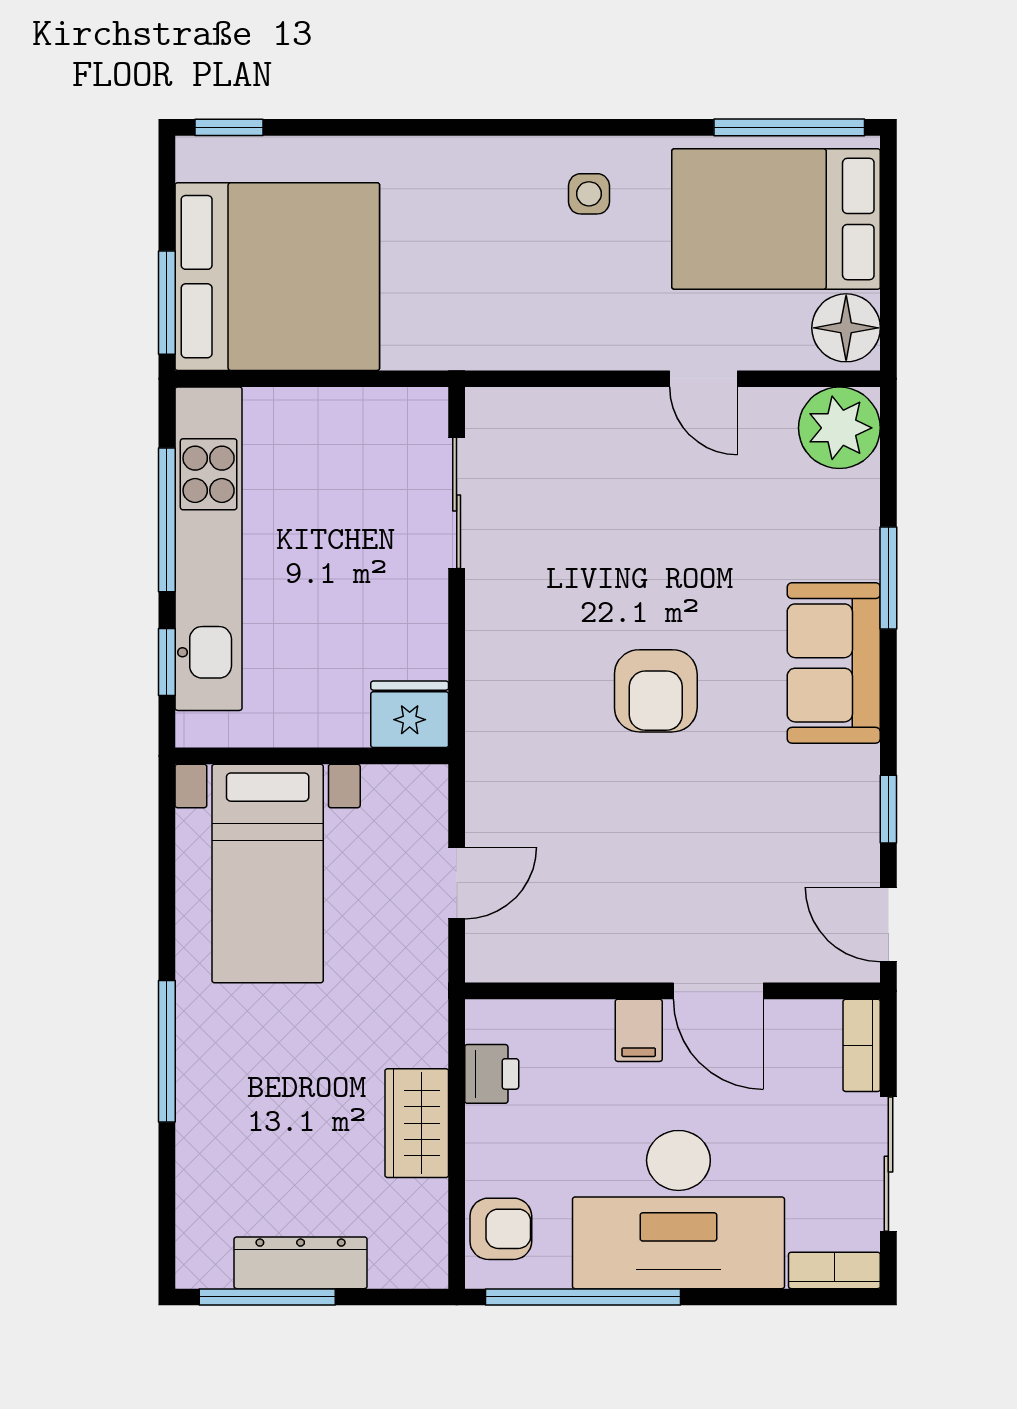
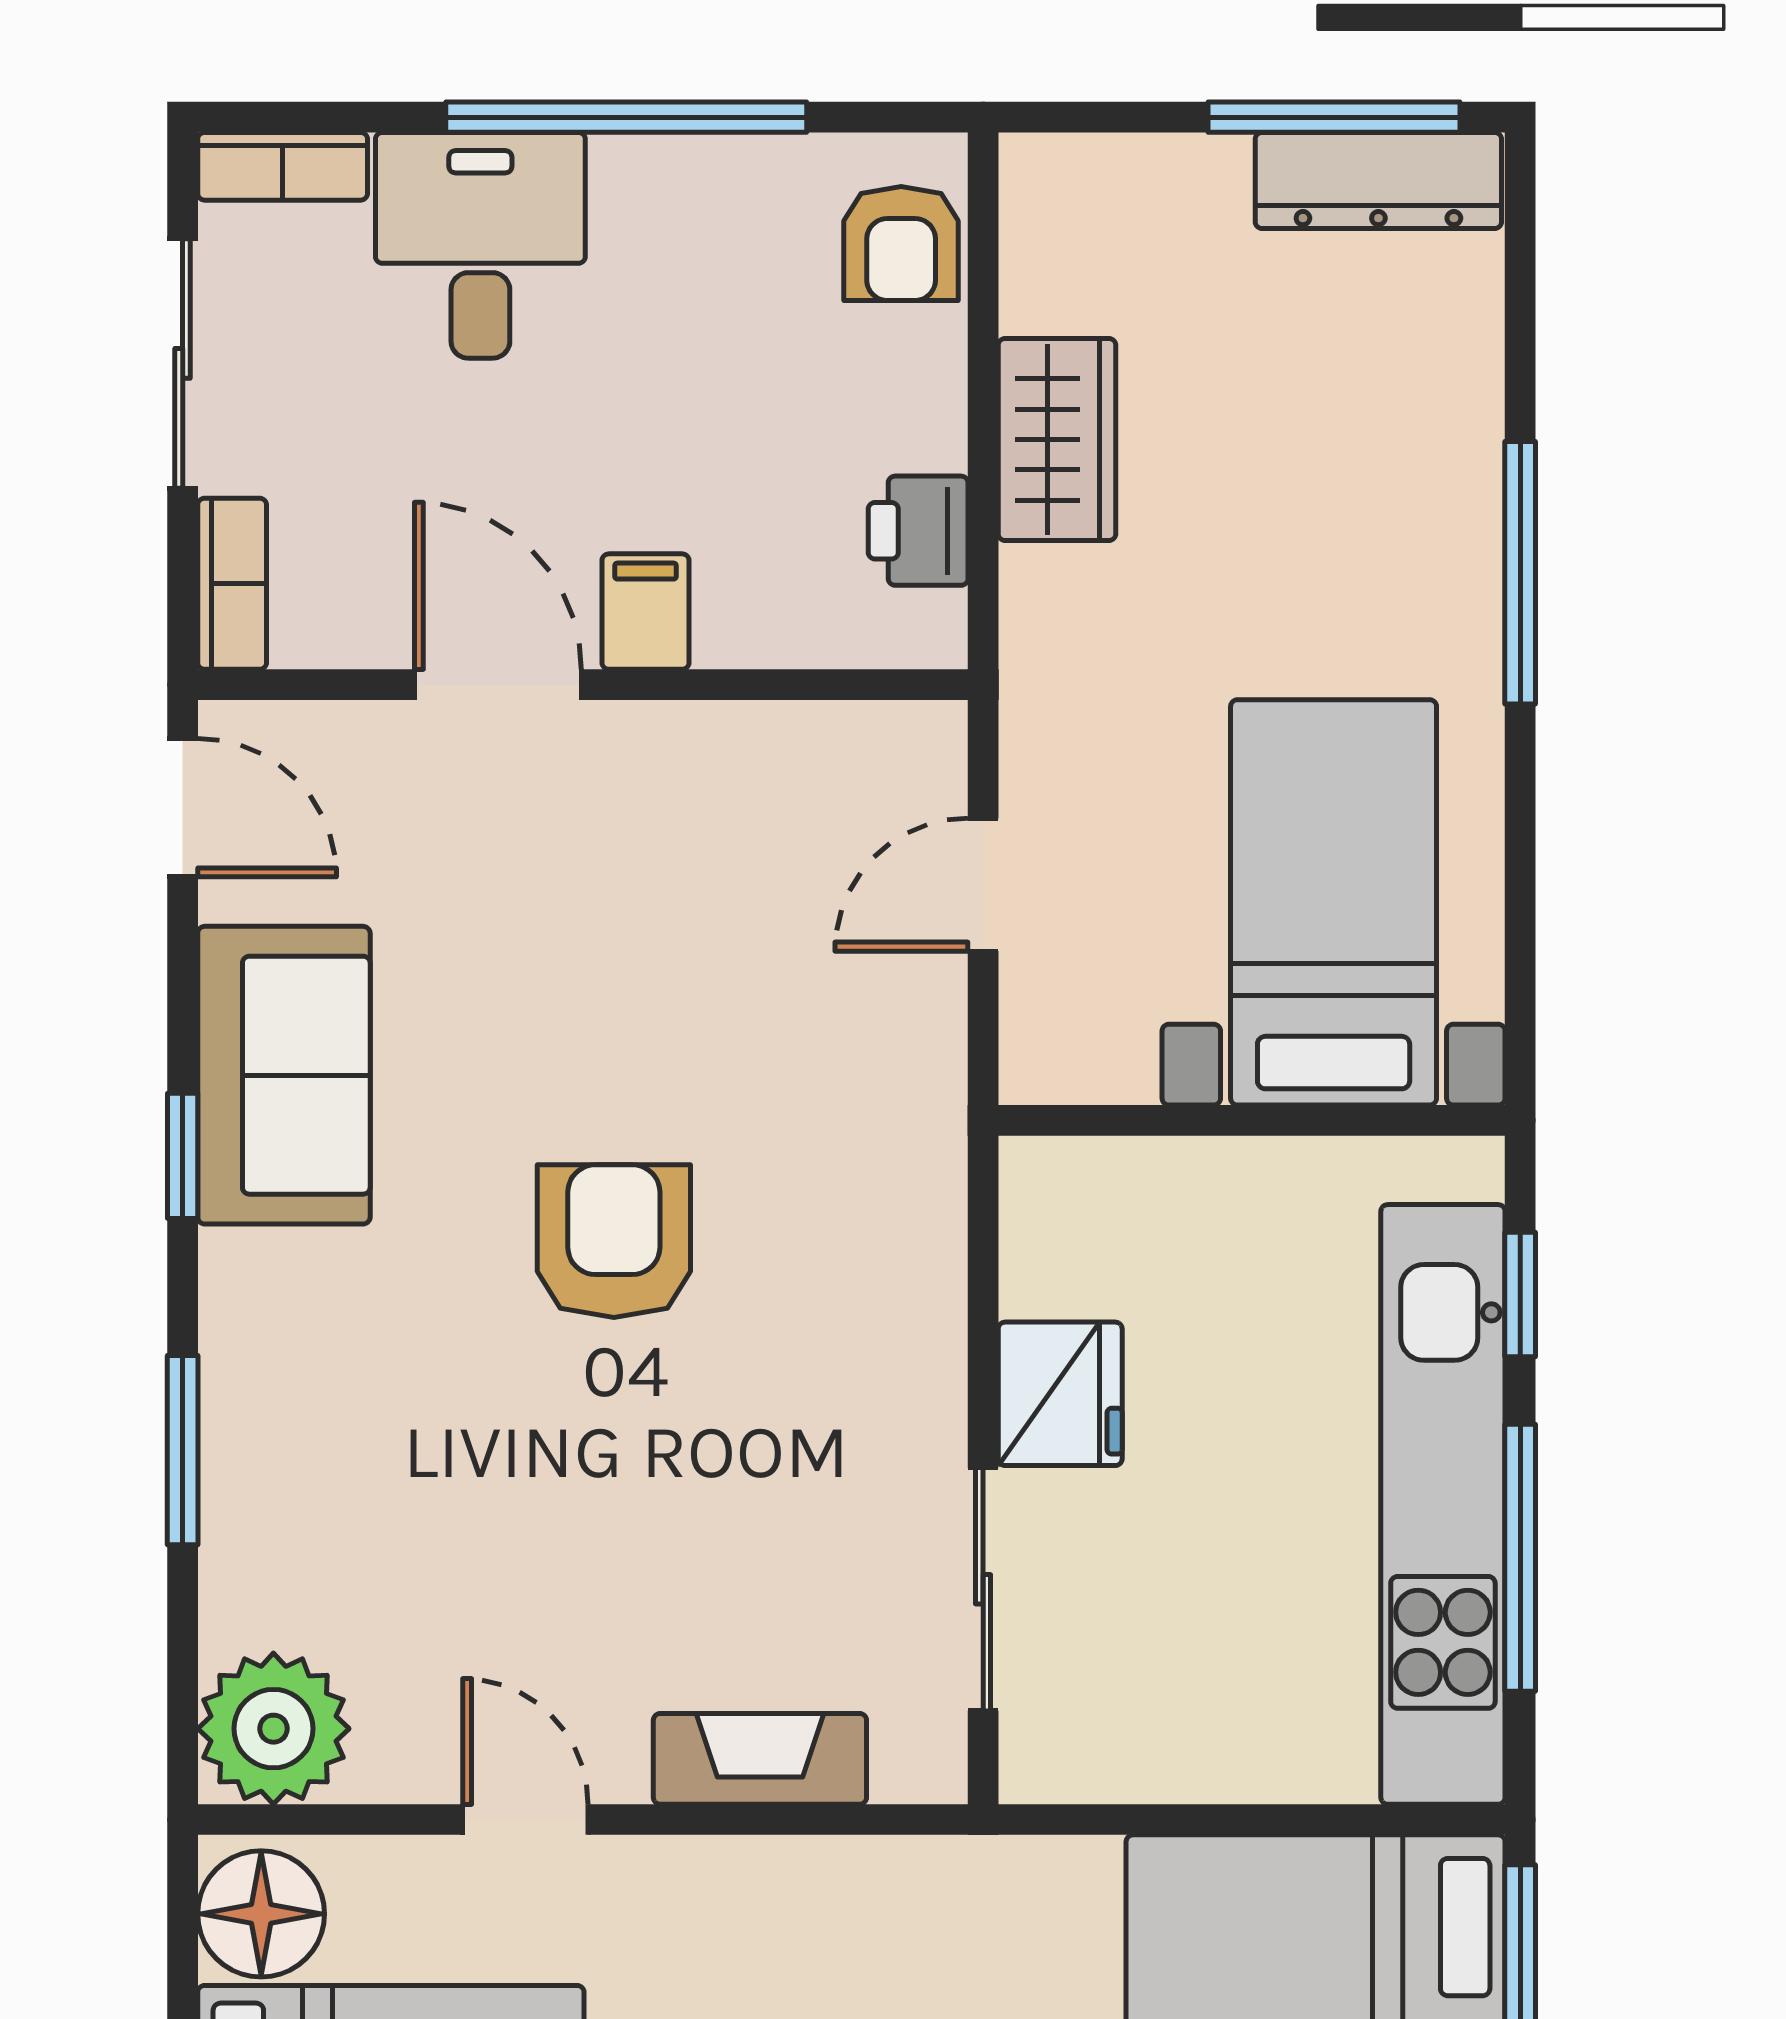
fireplace: (577, 411) -> (760, 1759), added
sofa: (834, 663) -> (284, 1075), moved
fridge: (410, 714) -> (1060, 1394), moved, turned -90
window: (888, 809) -> (183, 1156), moved
desk: (678, 1210) -> (480, 245), width x0.53, depth x0.77
armchair: (501, 1229) -> (901, 244), turned -90
dresser: (301, 1263) -> (1378, 181), moved
window: (583, 1297) -> (626, 117), moved

